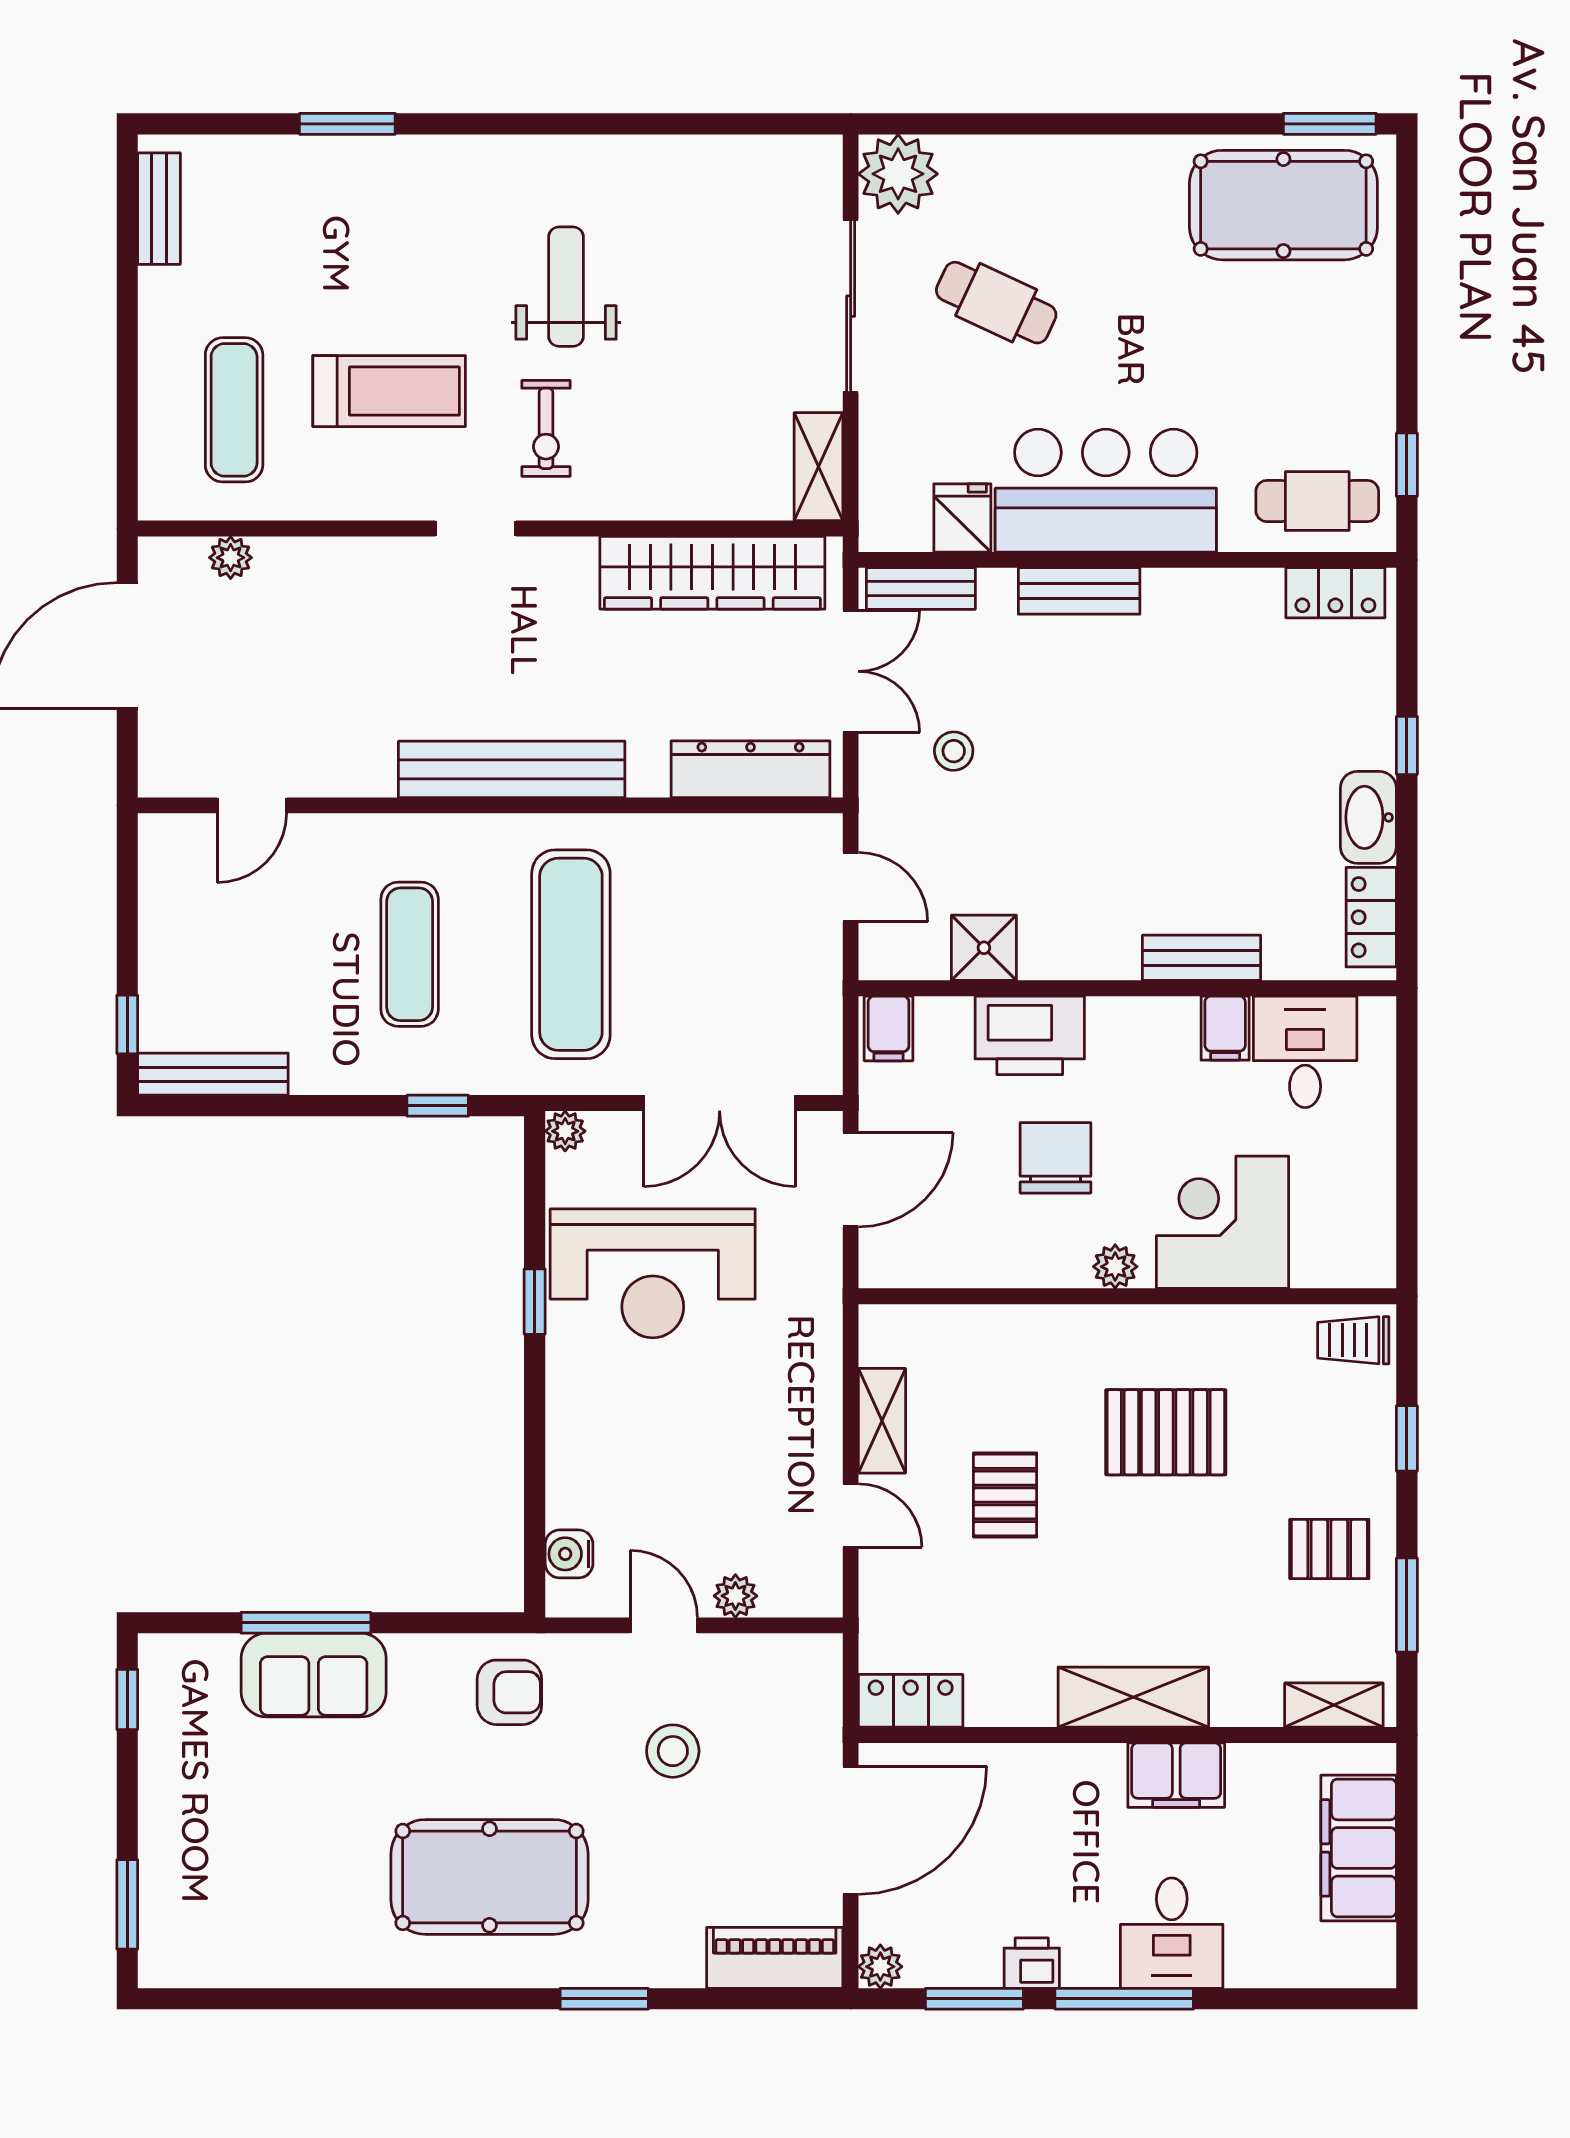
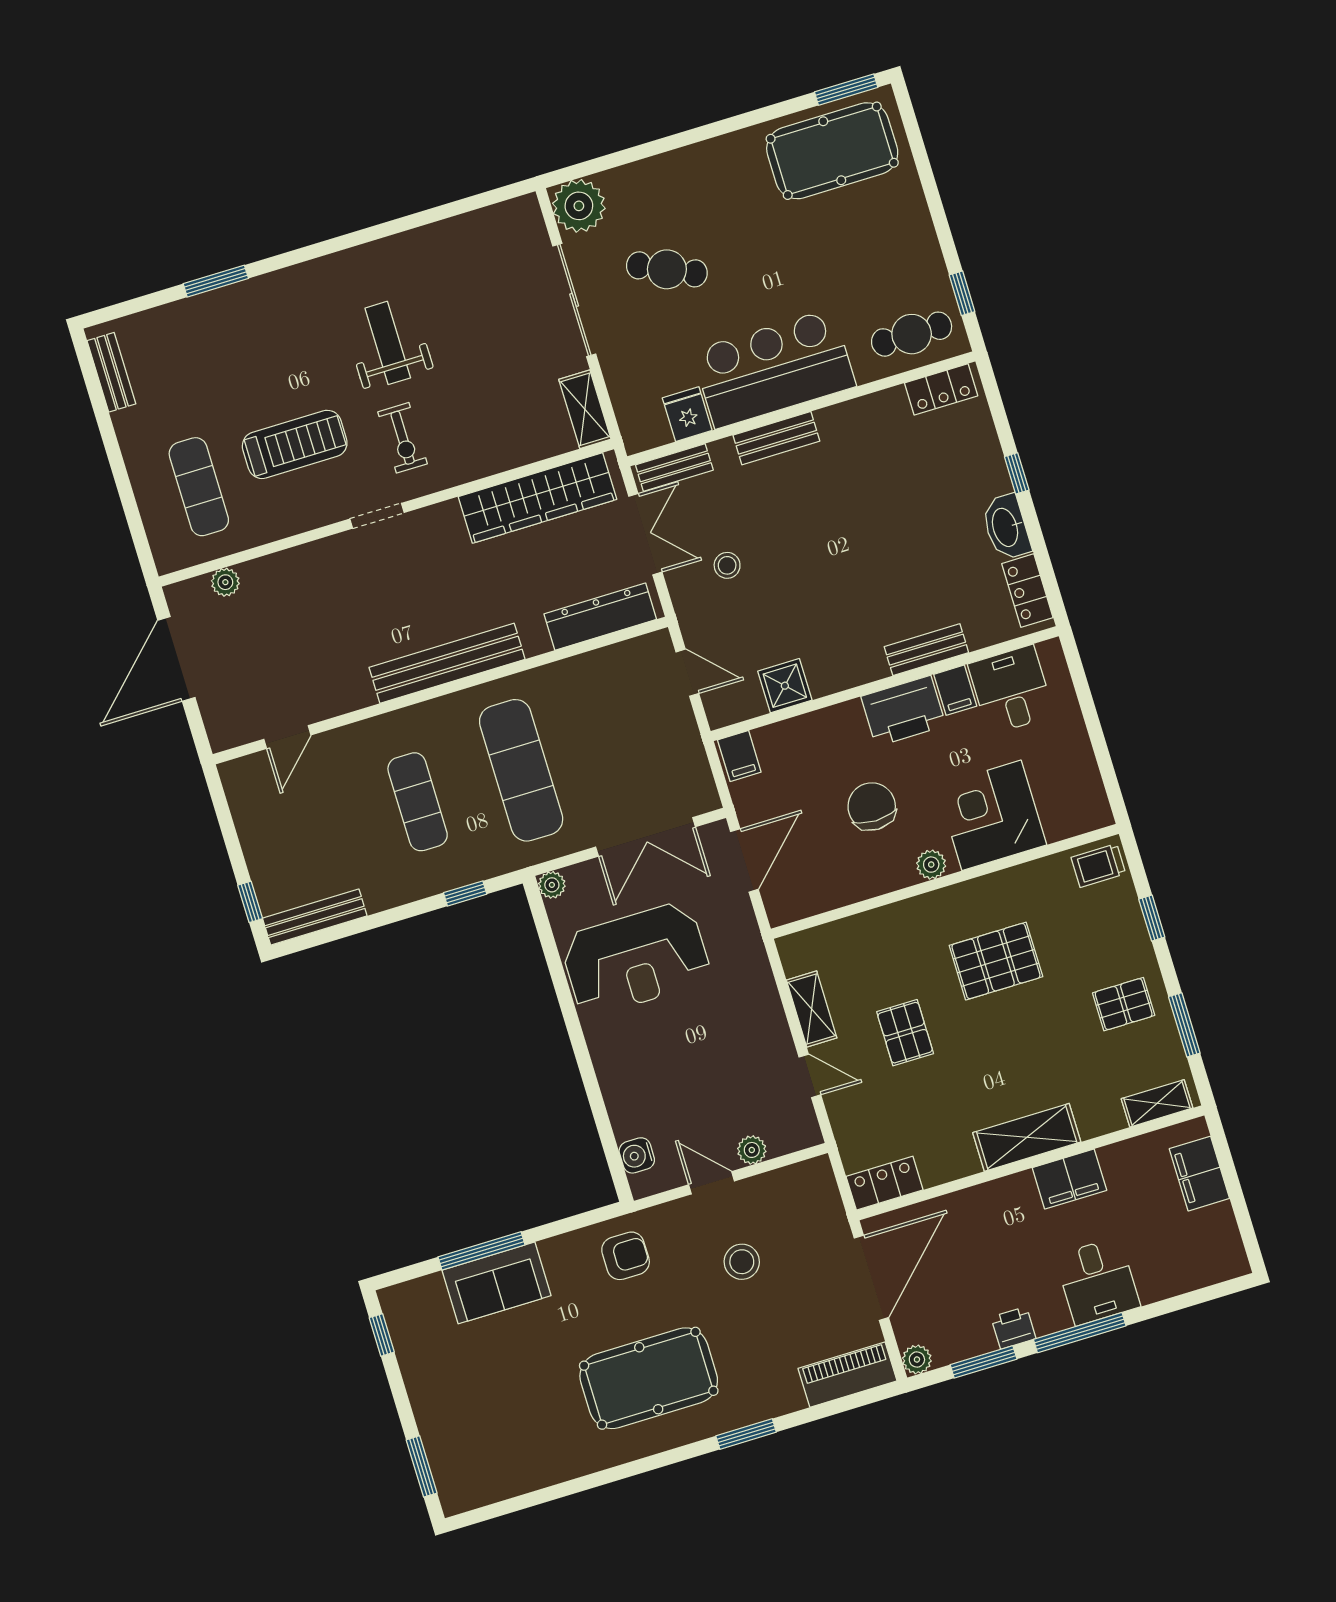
printer: (1030, 1035) -> (903, 711), moved
window: (535, 1302) -> (566, 1000), removed
filing cabinet: (1359, 1848) -> (1199, 1174), width x0.67, depth x0.86

